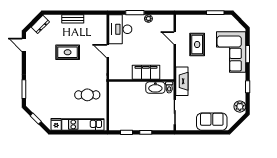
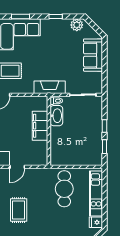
cafe table: (87, 95) -> (64, 189), width x1.37, depth x1.35

